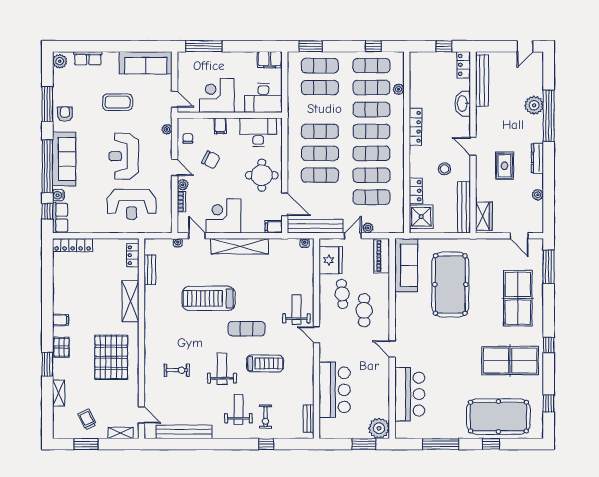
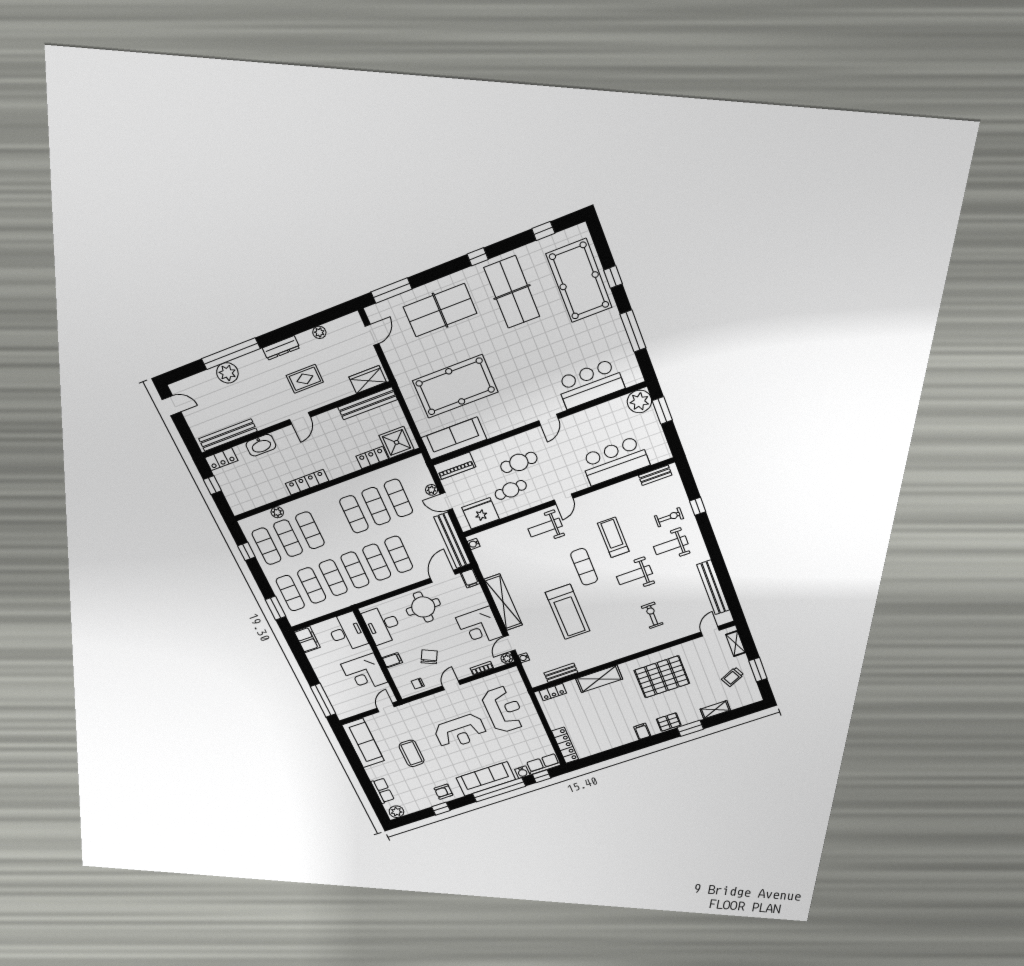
window: (47, 104) -> (441, 809), width x0.46
plant: (167, 129) -> (418, 704), removed
exercise mat: (371, 131) -> (333, 578), moved
stool: (444, 169) -> (337, 438), removed
plant: (183, 185) -> (507, 658), moved

